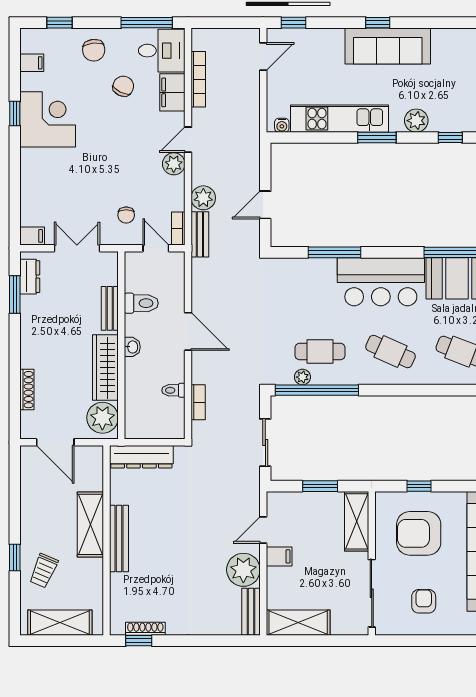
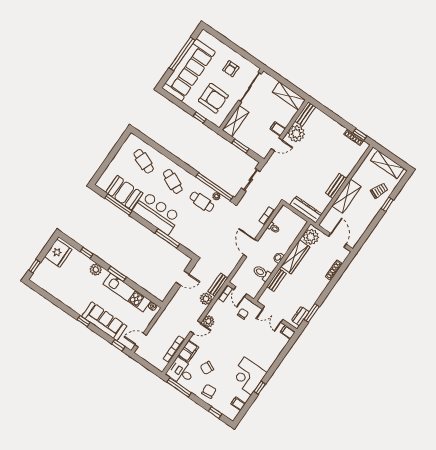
sofa: (388, 46) -> (104, 321), moved
bench: (119, 538) -> (336, 186), width x0.73

